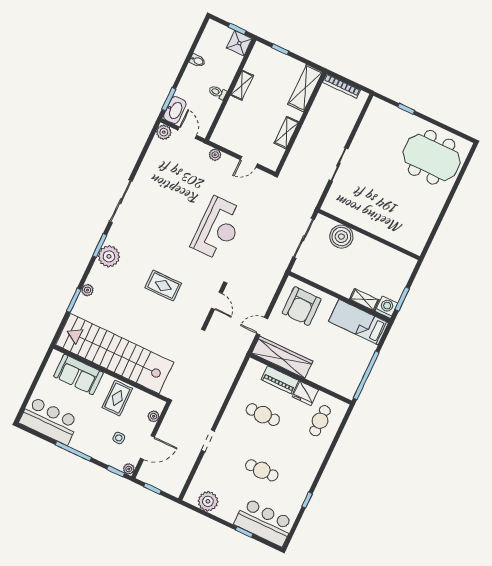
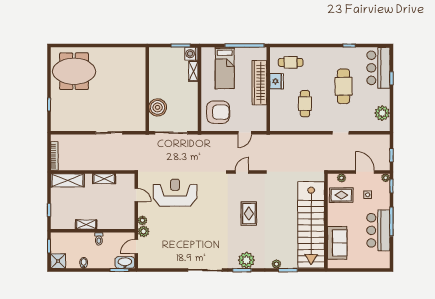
shower: (239, 43) -> (58, 261), moved
plant: (164, 132) -> (144, 231), moved
meeting table: (432, 157) -> (74, 71), turned 90
reception desk: (218, 228) -> (175, 193), moved
bed: (359, 322) -> (225, 68), moved
door: (262, 326) -> (245, 133), hinge flipped
wardrobe: (282, 357) -> (259, 83), moved
piano: (280, 380) -> (276, 103), removed
rug: (117, 398) -> (341, 195), moved
bar counter: (49, 421) -> (378, 230), moved
cafe table: (262, 470) -> (343, 86), width x1.37, depth x1.35

